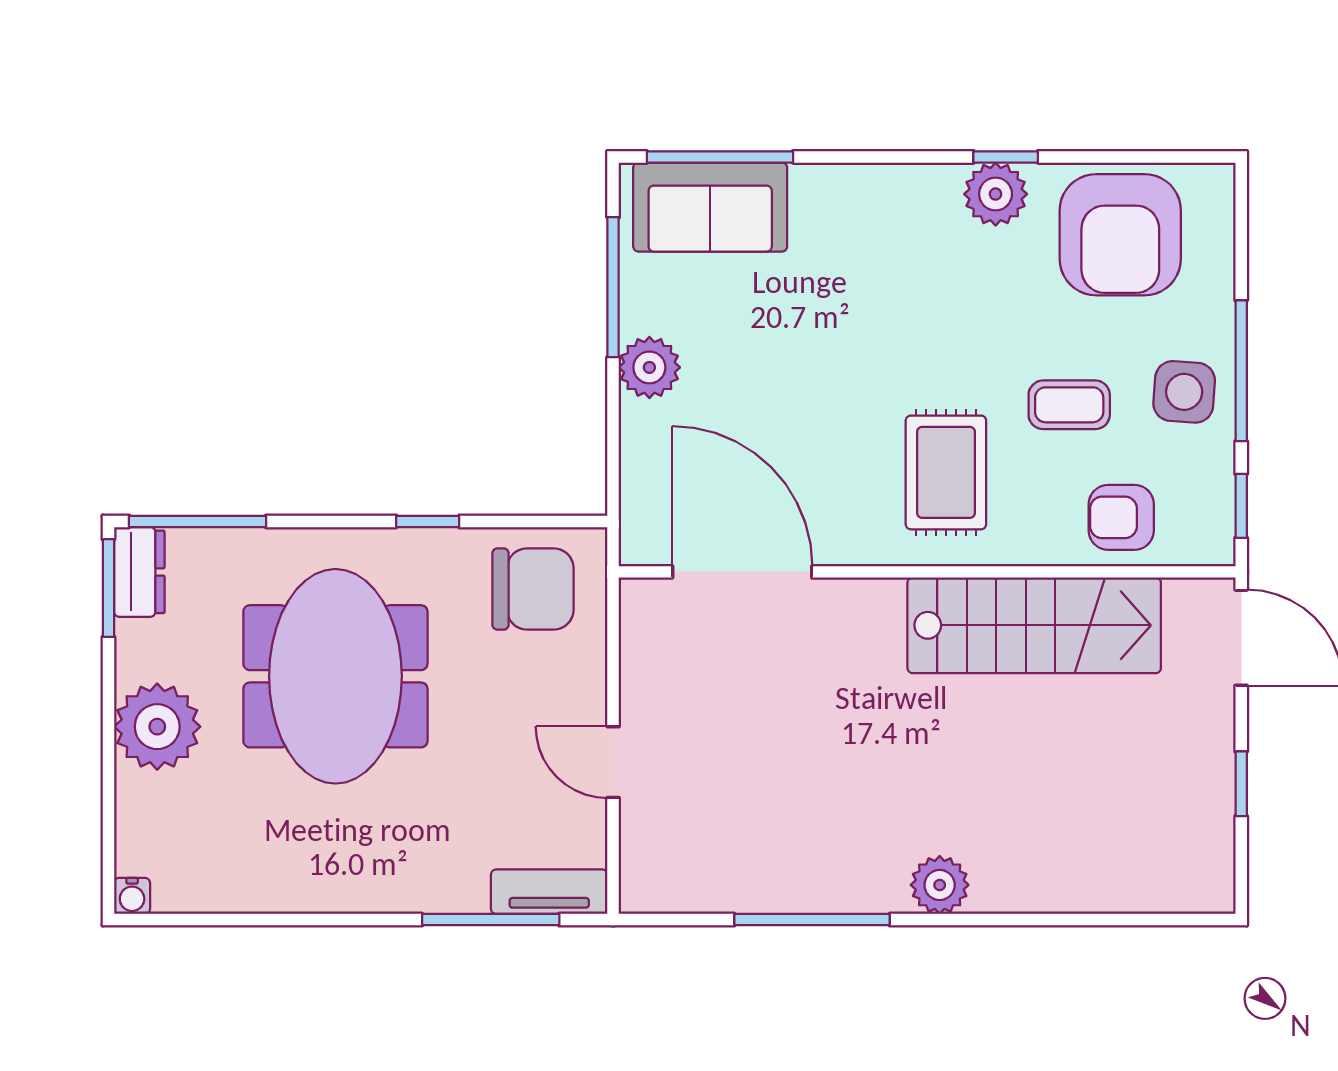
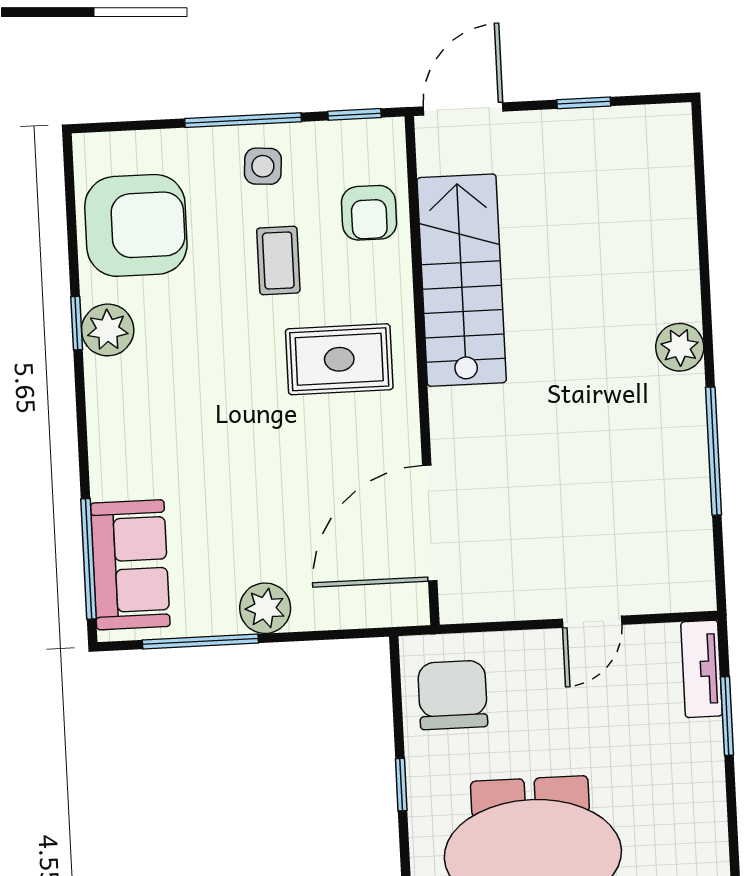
side table: (1184, 392) -> (263, 166), width x0.73, depth x0.73
window: (491, 920) -> (727, 716), width x0.69

